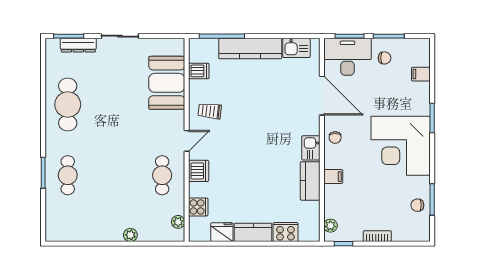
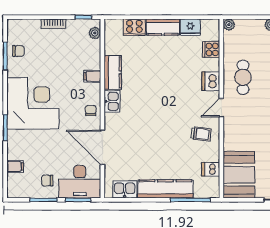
booth: (167, 83) -> (239, 175), moved
plant: (178, 222) -> (229, 25), moved

